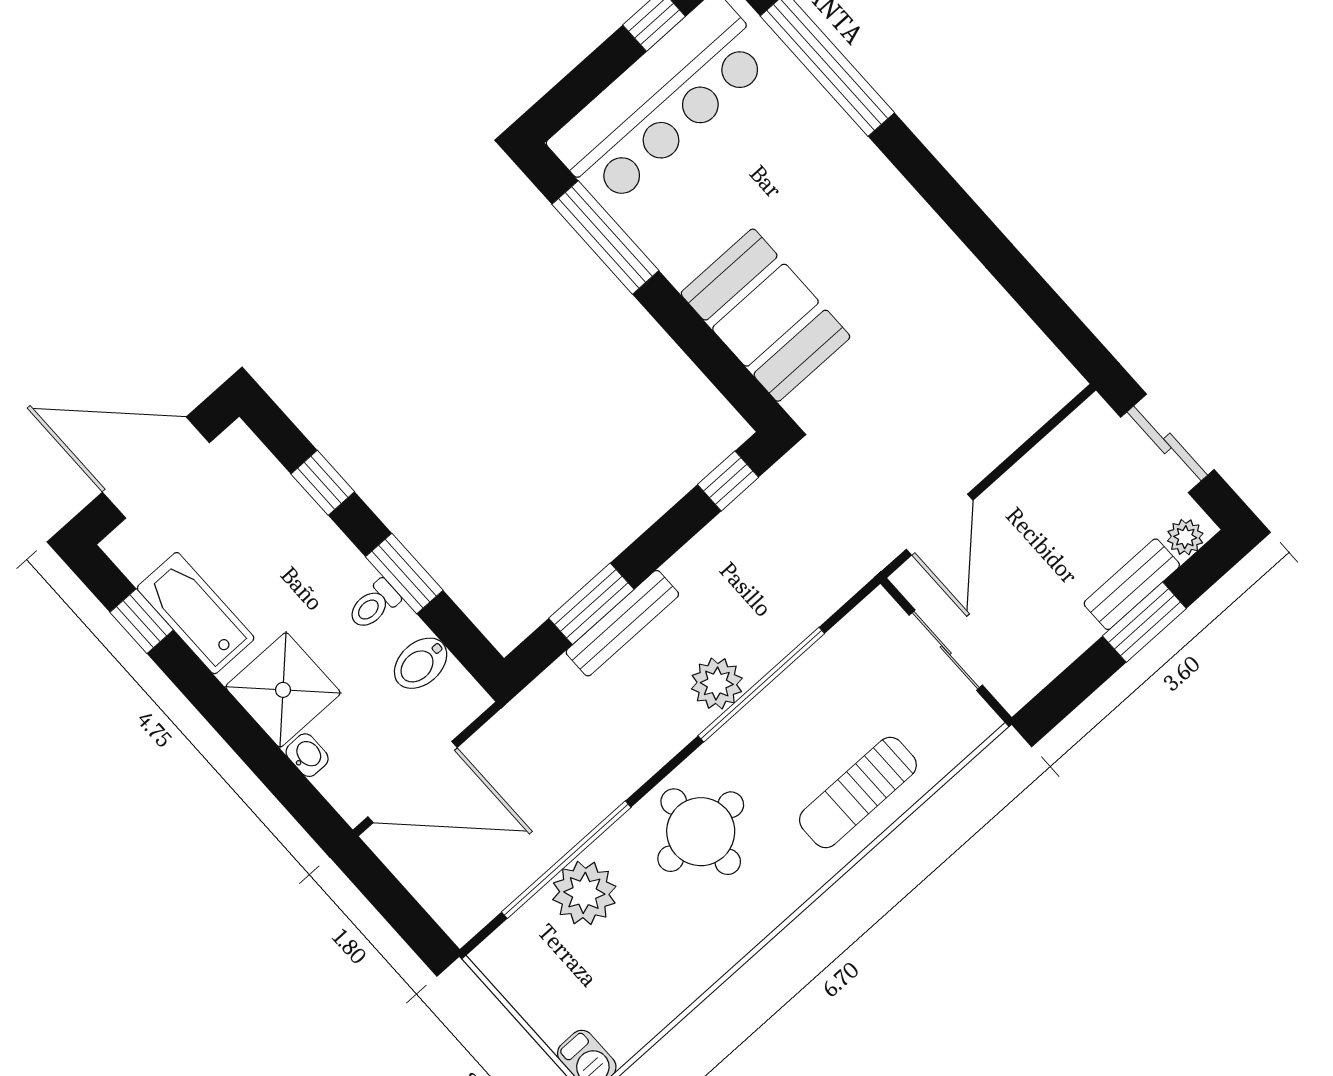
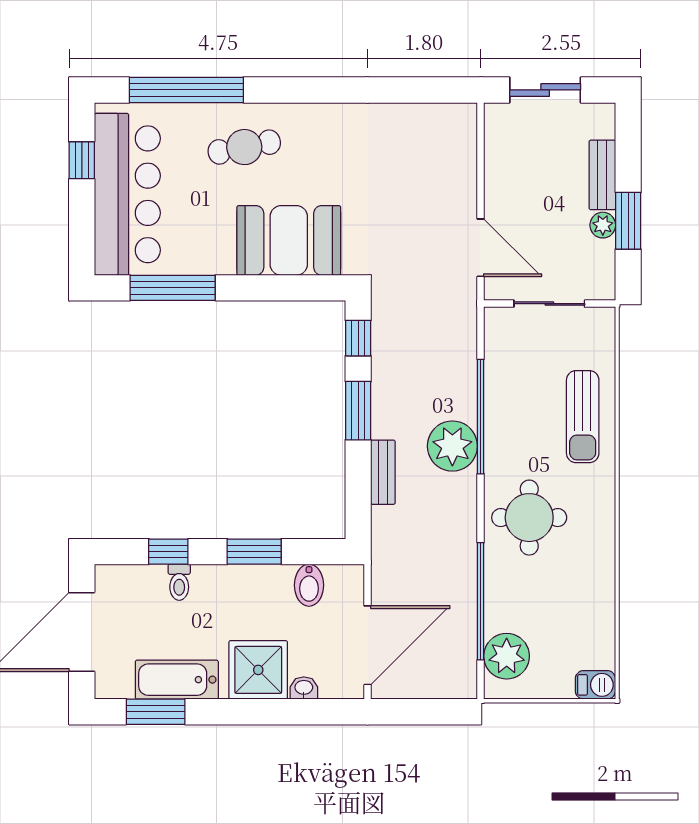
cafe table: (822, 180) -> (244, 147), added
plant: (1185, 537) -> (603, 225), moved
window: (591, 604) -> (358, 411), moved
toilet: (374, 605) -> (179, 582), moved
window: (142, 621) -> (156, 712), width x1.50
window: (1144, 622) -> (628, 221), moved
bench: (622, 623) -> (383, 472), width x0.73
plant: (717, 683) -> (452, 446), width x1.36, depth x1.36
plant: (584, 893) -> (507, 656), moved

